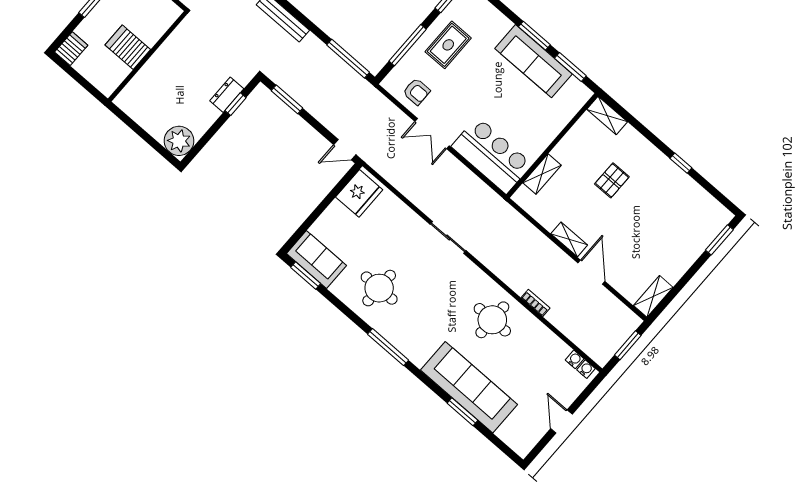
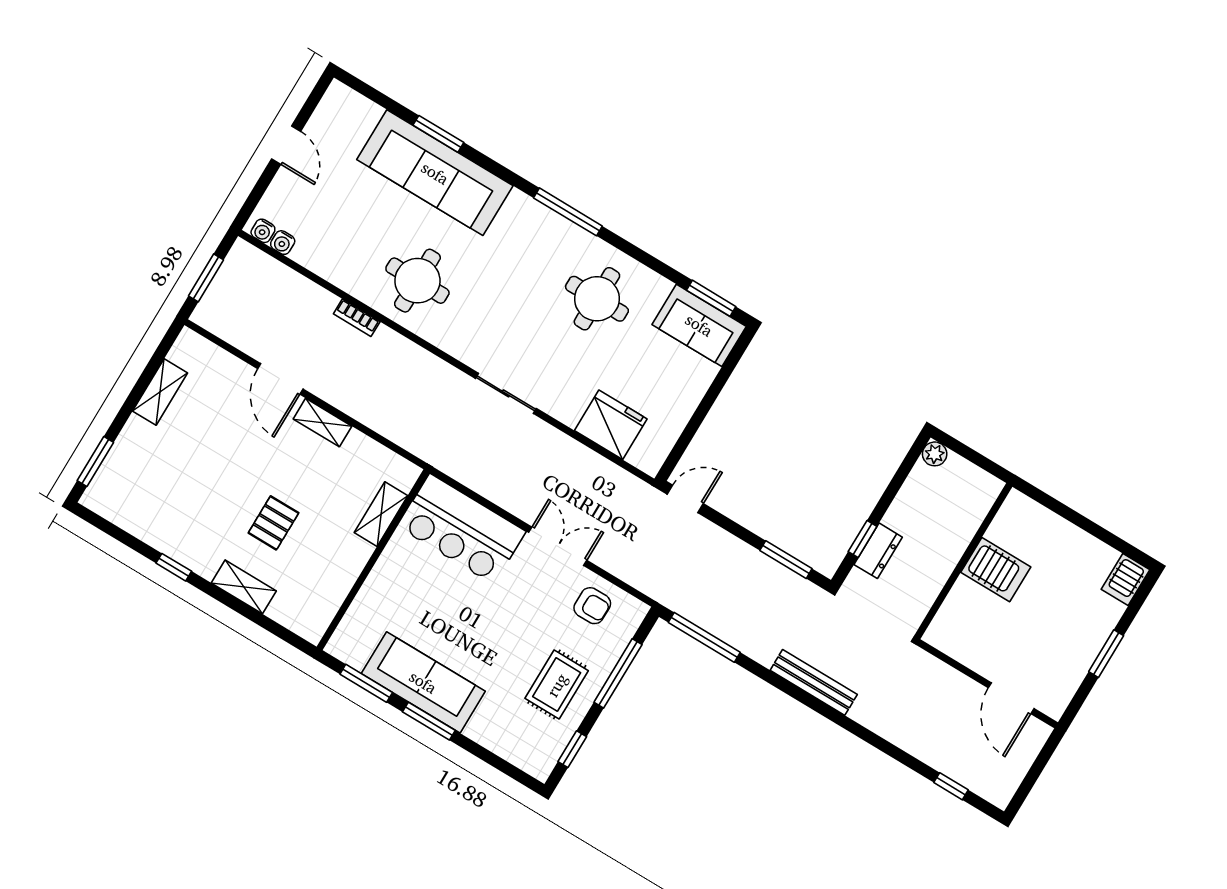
server rack: (128, 47) -> (996, 570), moved
wall: (148, 56) -> (963, 561), moved
armchair: (417, 92) -> (592, 606), turned 180
shelving: (607, 116) -> (244, 587), moved
plant: (179, 141) -> (935, 454), width x0.53, depth x0.53
fridge: (359, 193) -> (611, 425), moved, turned 90
shelving: (653, 296) -> (160, 392), moved

